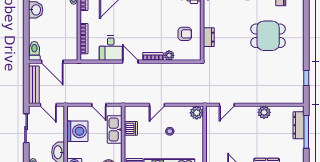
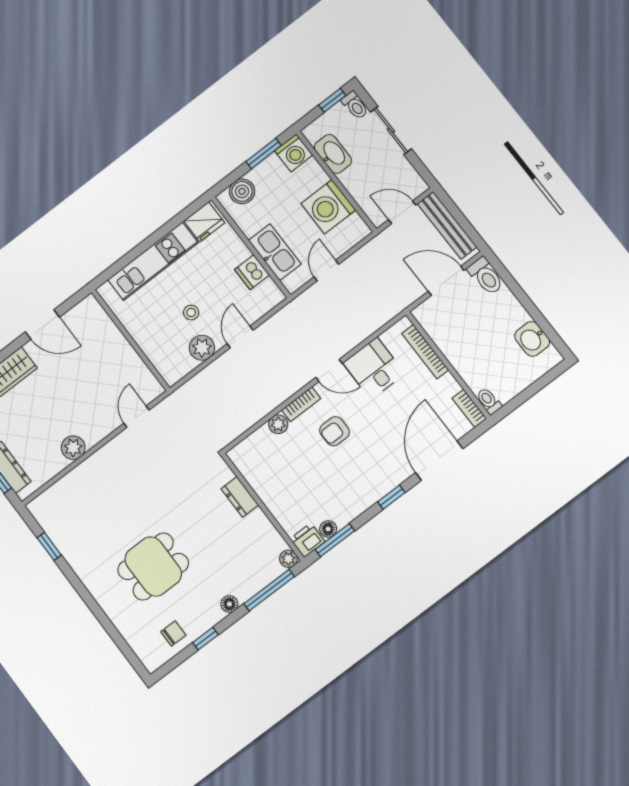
armchair: (185, 34) -> (335, 431), moved
door: (99, 105) -> (326, 271), hinge flipped
plant: (197, 113) -> (202, 348), moved
sliding door: (26, 128) -> (391, 130), moved

